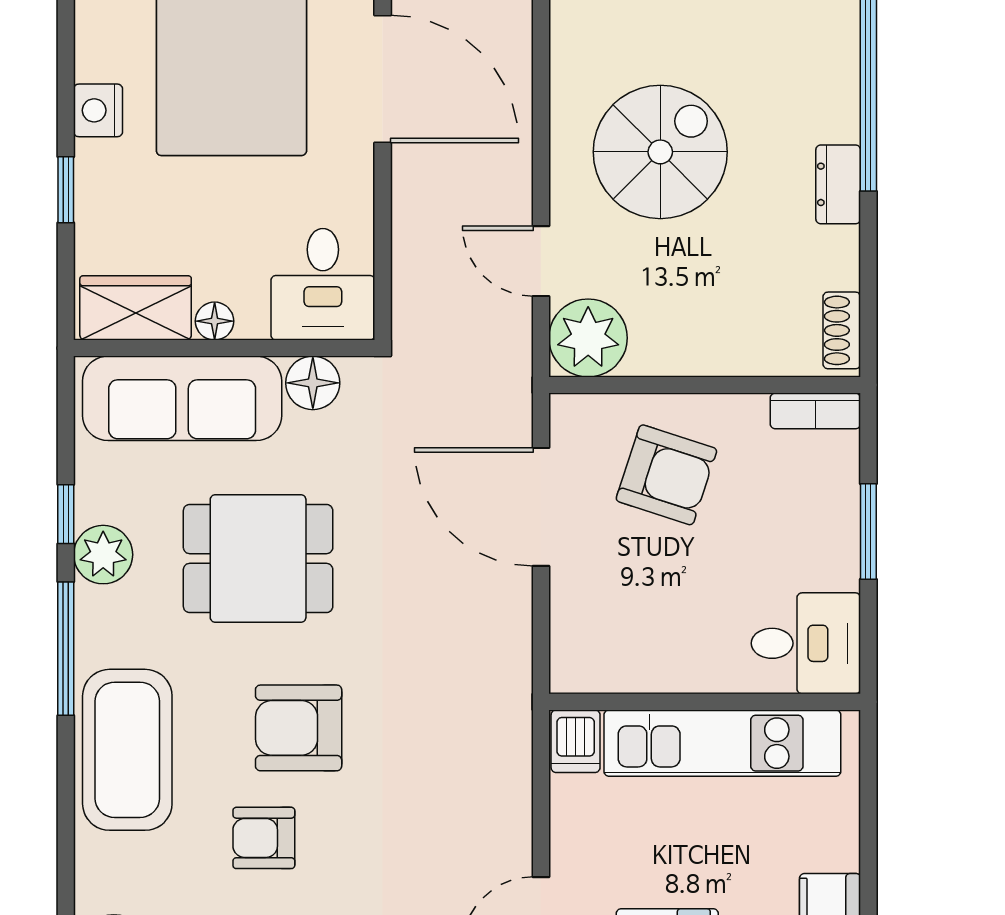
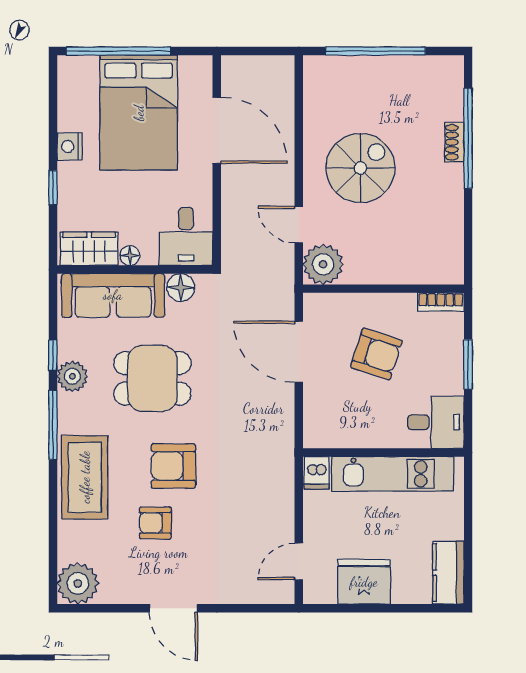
dresser: (838, 184) -> (452, 185), removed
shoe rack: (842, 330) -> (454, 142), moved
armchair: (666, 475) -> (376, 354), moved

